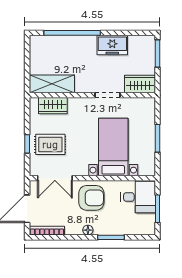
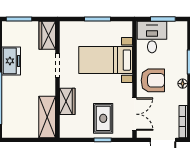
wardrobe: (53, 106) -> (67, 101), moved
armchair: (91, 198) -> (153, 80), turned 90

